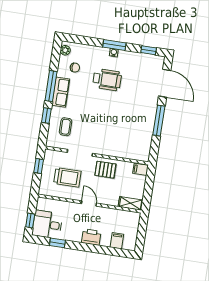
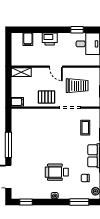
window: (114, 45) -> (79, 202), moved
trolley: (67, 177) -> (77, 86), turned 180

